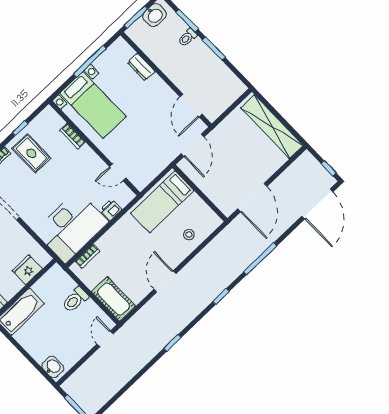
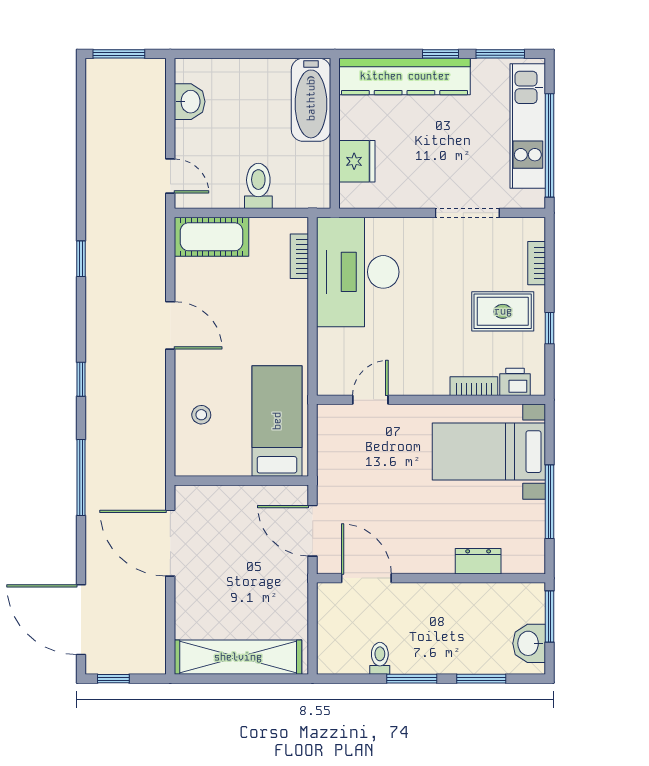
toilet: (187, 37) -> (380, 658), moved
printer: (111, 210) -> (515, 382), moved, turned -90
washbasin: (53, 367) -> (190, 102), moved, turned -90

